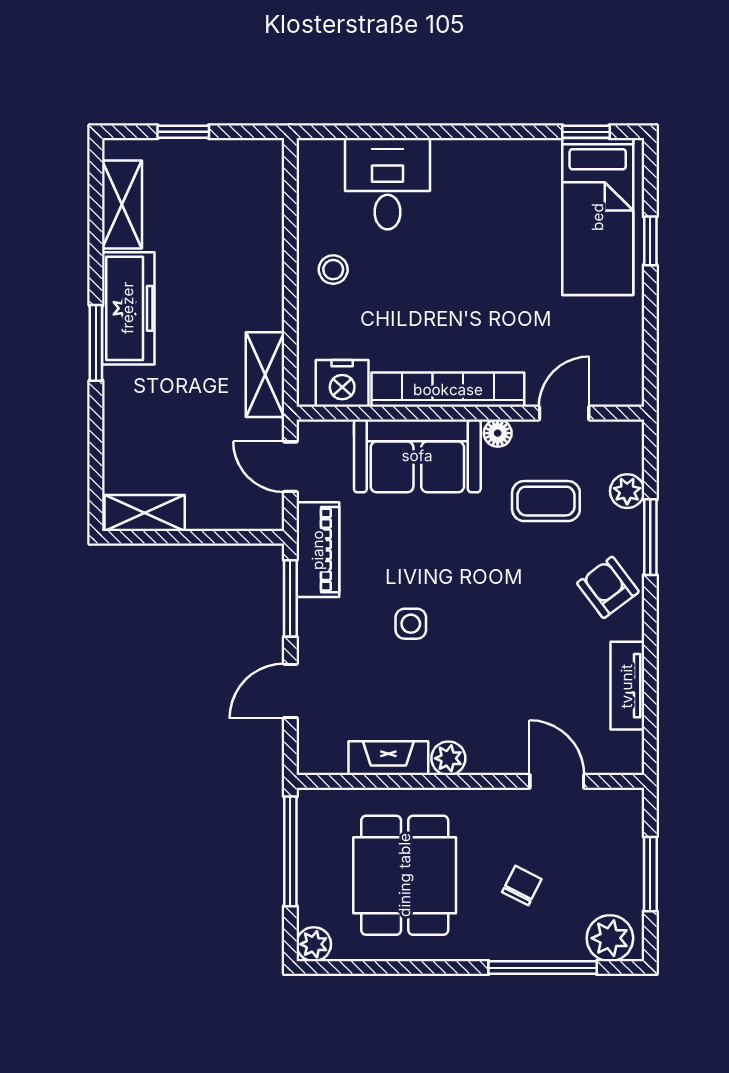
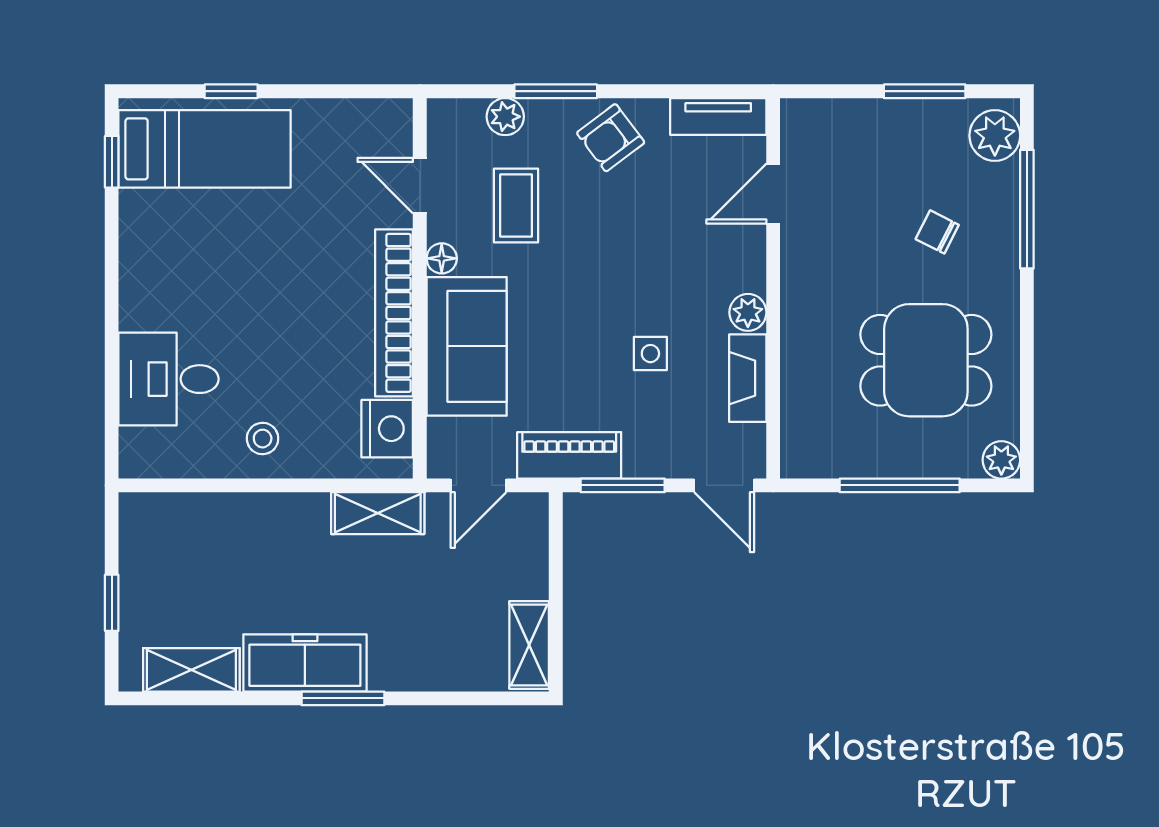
fireplace: (388, 758) -> (748, 378), moved
plant: (448, 758) -> (748, 312), moved
wall: (470, 781) -> (773, 288), moved
door: (557, 781) -> (773, 194), moved

